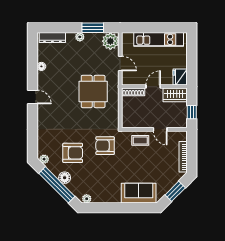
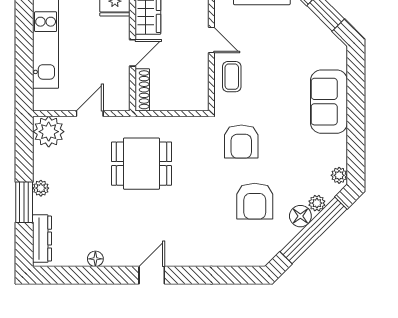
window: (93, 28) -> (24, 202), moved
door: (153, 87) -> (132, 53), swing flipped
door: (160, 129) -> (211, 40), hinge flipped
armchair: (73, 153) -> (255, 201), turned 180
plant: (44, 159) -> (317, 203), moved
sofa: (139, 193) -> (329, 102), moved

